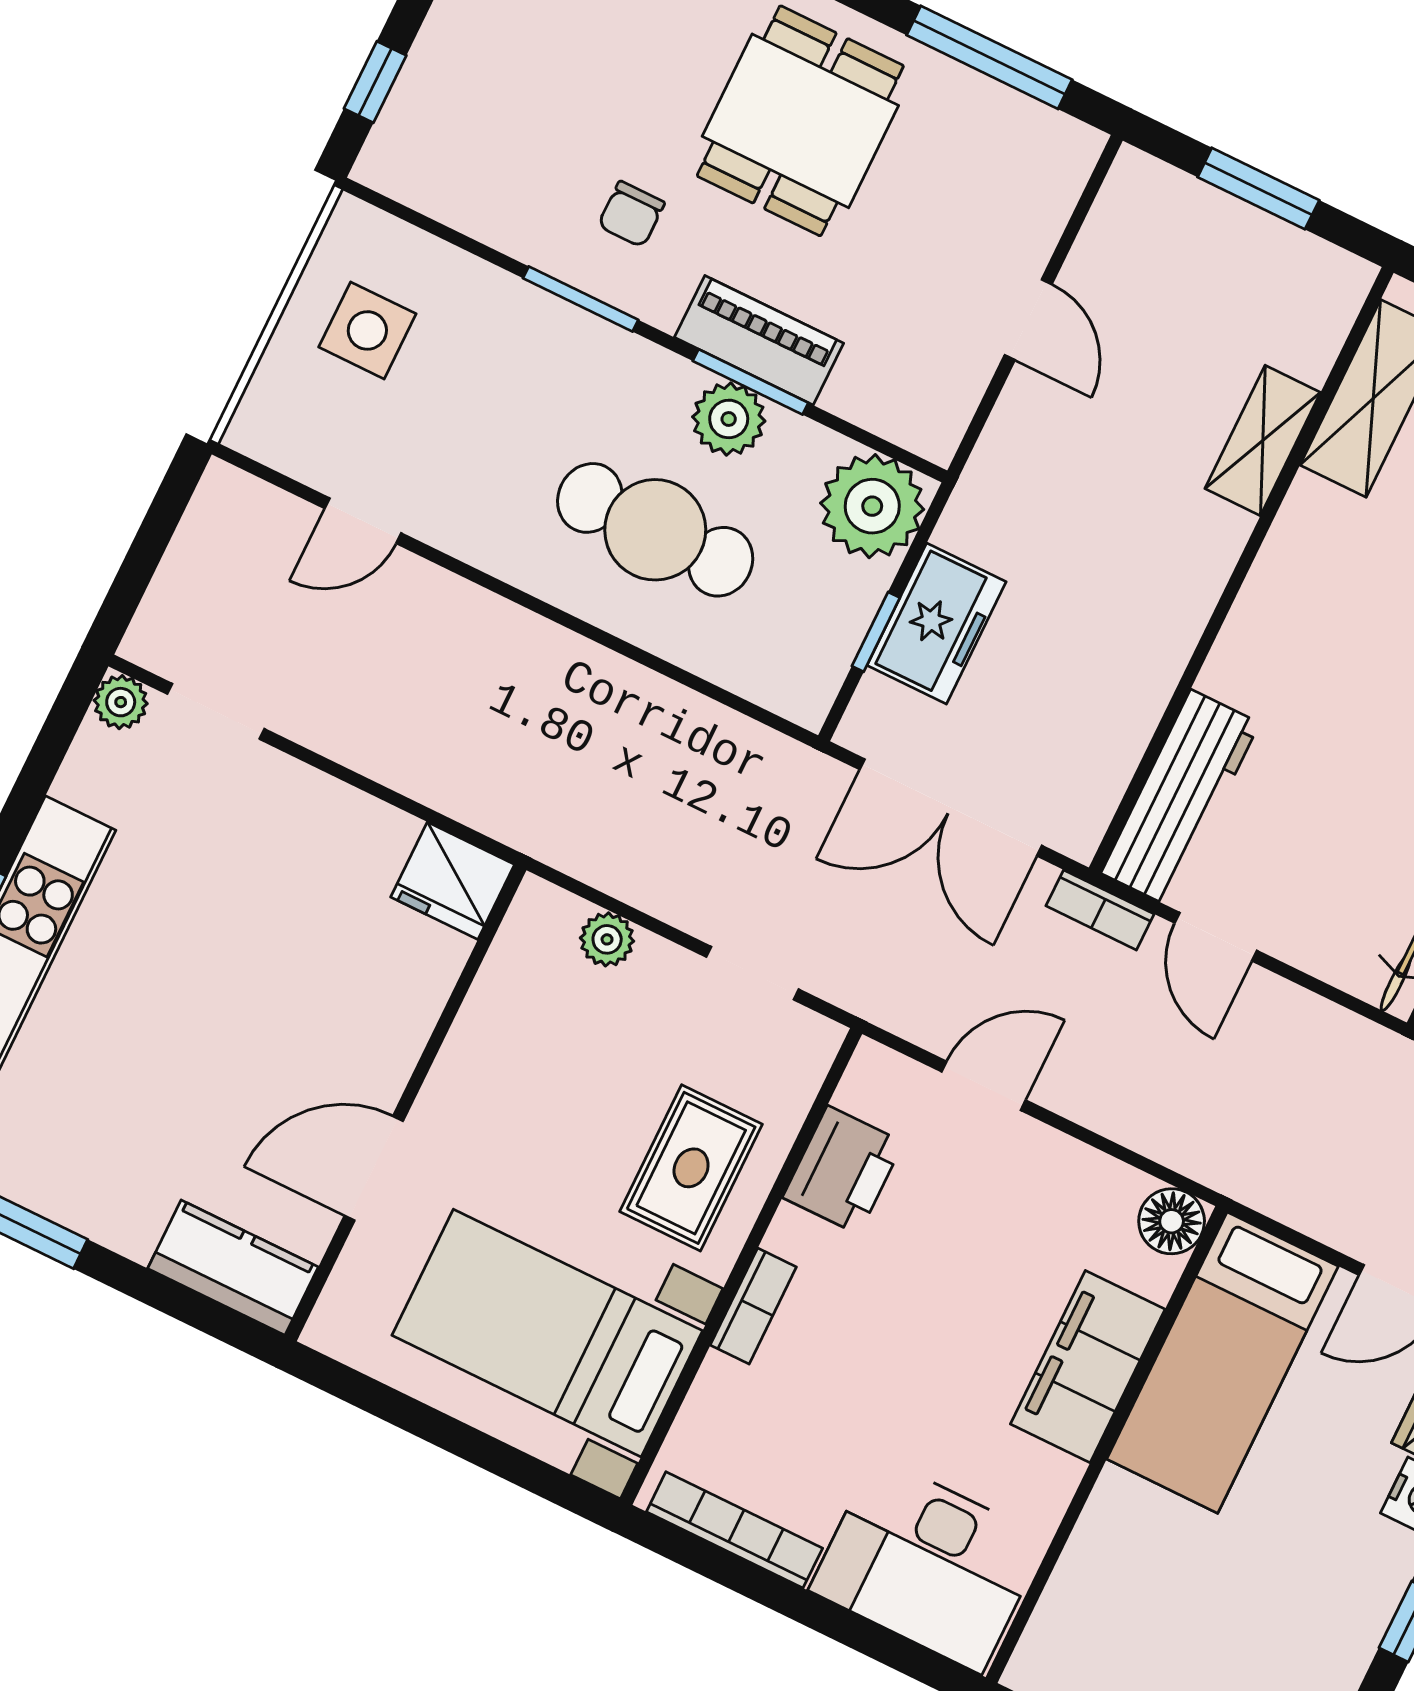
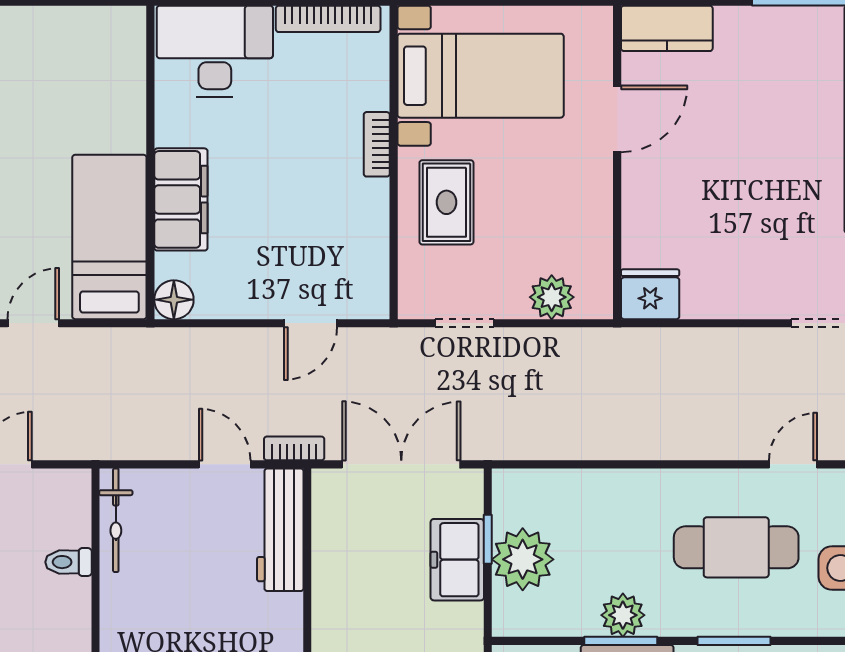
plant: (872, 506) -> (523, 559), moved
cafe table: (655, 530) -> (736, 547), moved
plant: (607, 939) -> (552, 297), width x1.38, depth x1.38
printer: (843, 1170) -> (364, 241), removed

